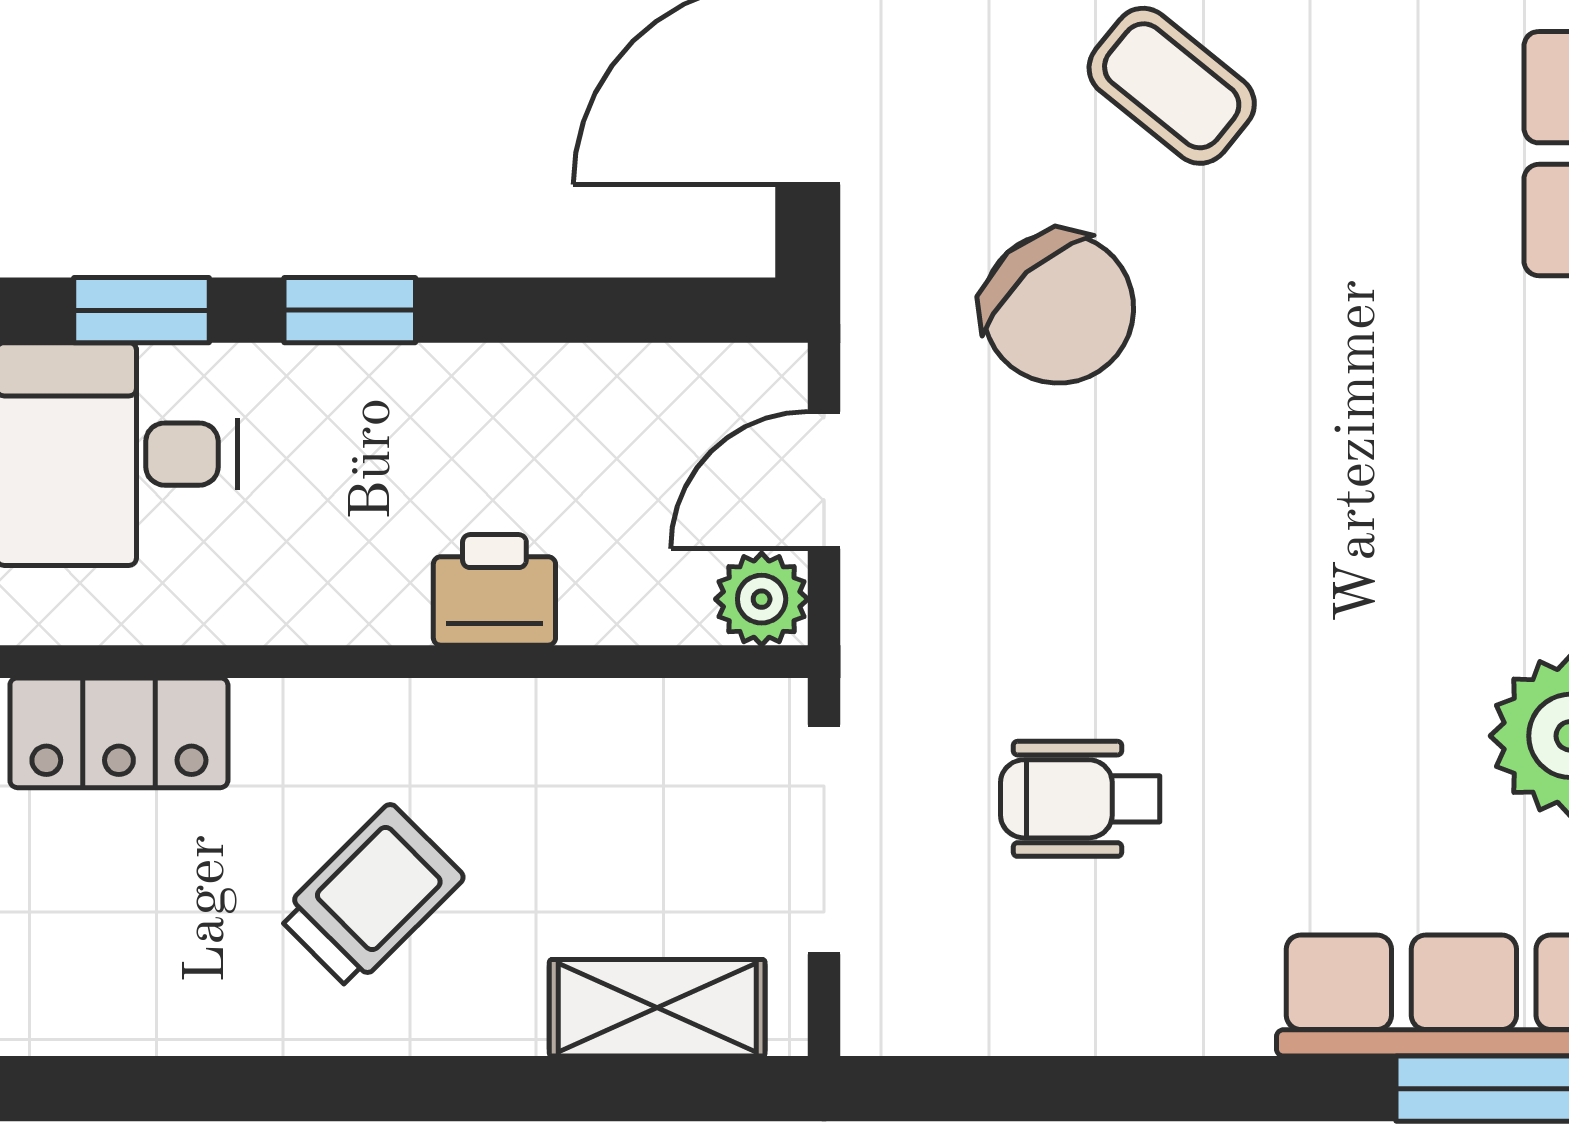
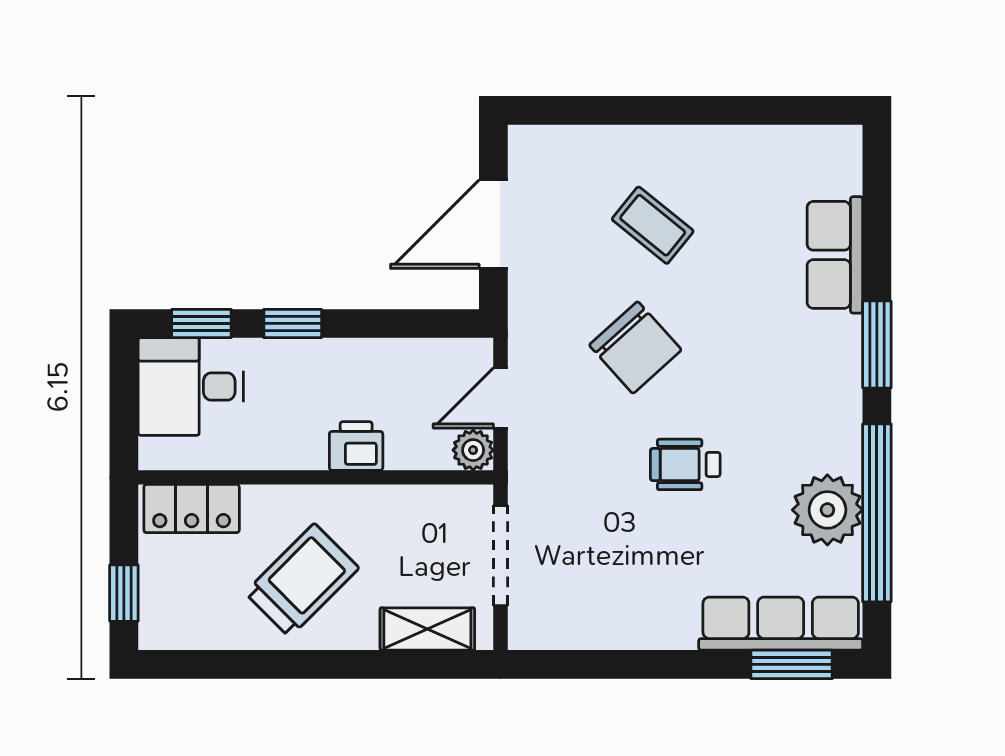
chair: (1058, 308) -> (635, 347), moved
wheelchair: (1080, 799) -> (685, 464), moved
trolley: (371, 897) -> (302, 580), width x1.36, depth x1.39

